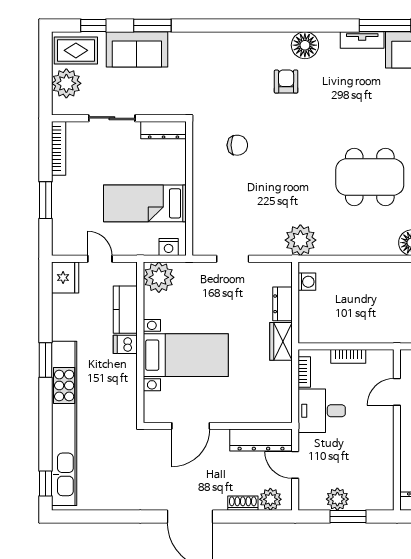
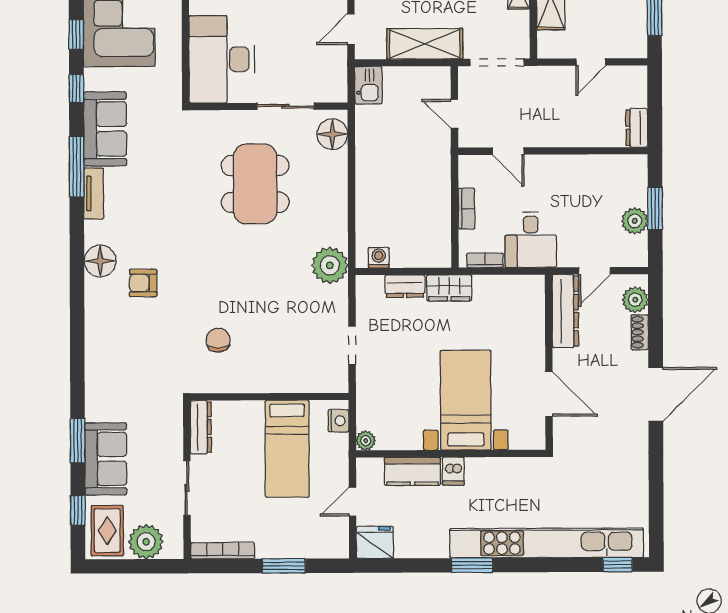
plant: (159, 277) -> (366, 441), width x0.53, depth x0.53

